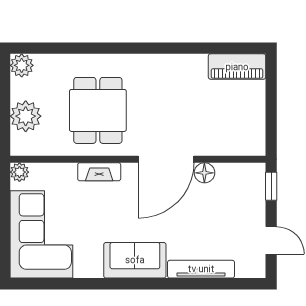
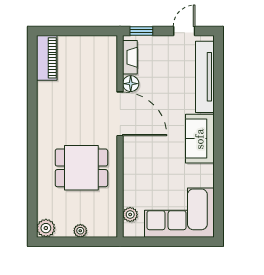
plant: (26, 116) -> (80, 231), width x0.53, depth x0.53
plant: (19, 172) -> (130, 215), moved
fireplace: (99, 172) -> (130, 57), moved
tv unit: (201, 269) -> (205, 77), width x1.36, depth x1.29

